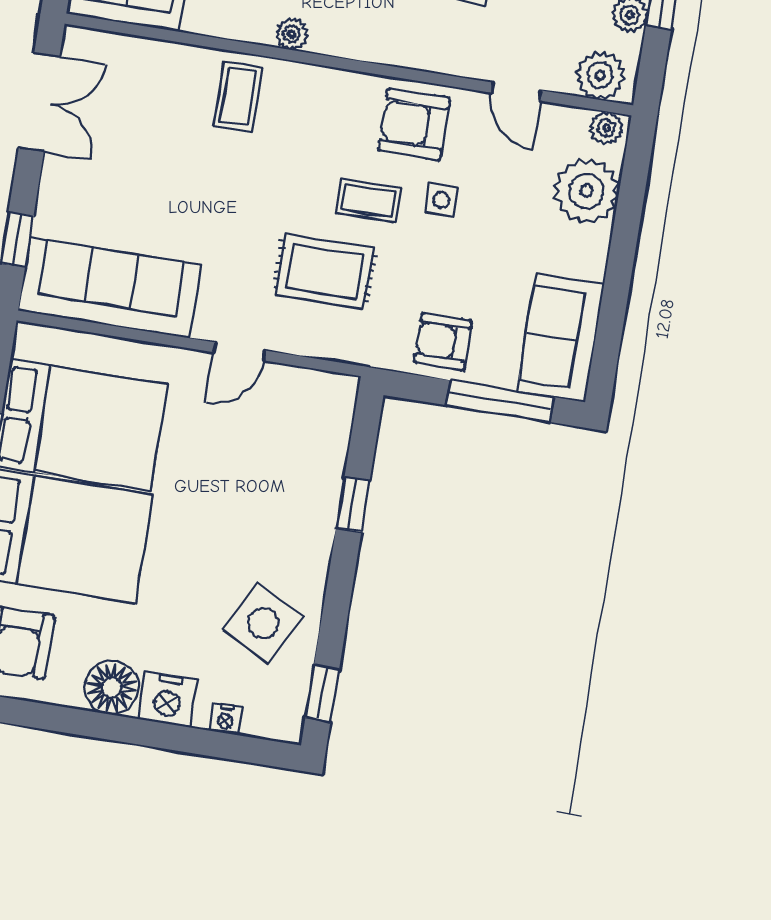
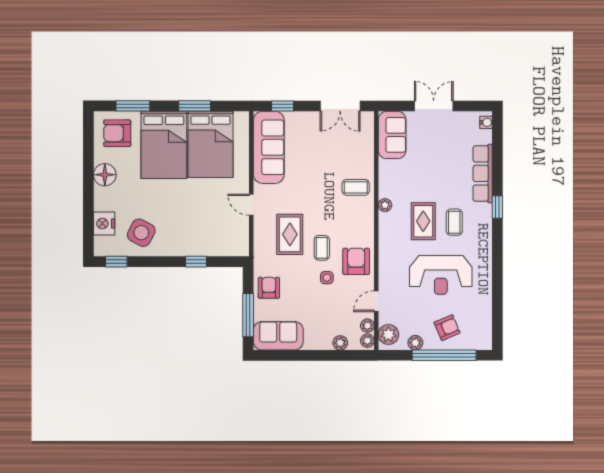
plant: (571, 122) -> (367, 326), added
plant: (586, 191) -> (340, 343), width x0.53, depth x0.53
nightstand: (168, 700) -> (104, 198), removed
nightstand: (225, 719) -> (104, 223), width x1.89, depth x1.79

